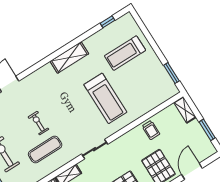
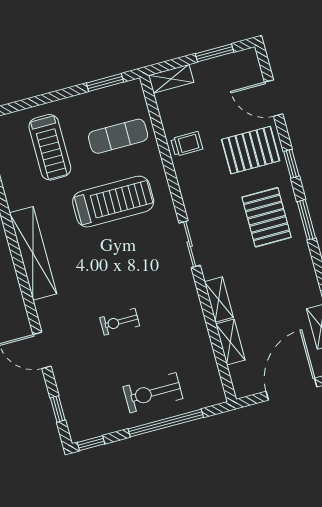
shelving: (69, 57) -> (33, 253), width x1.47
exercise mat: (45, 150) -> (118, 136), moved, turned 90

